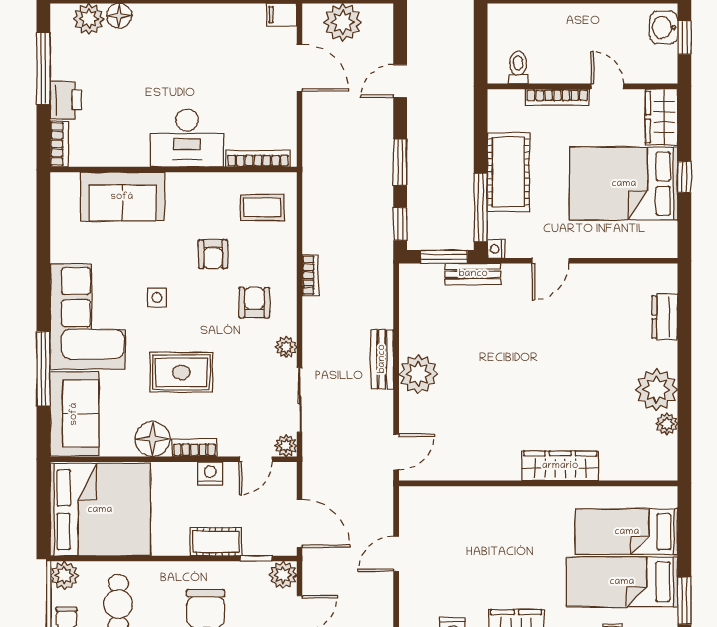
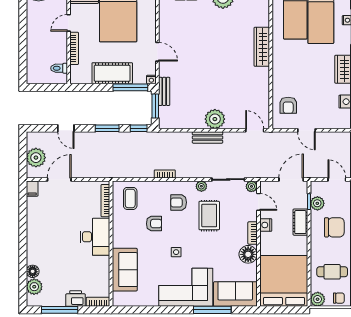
rug: (181, 372) -> (209, 216), moved
armchair: (445, 518) -> (288, 105), added
plant: (283, 575) -> (317, 203), moved

